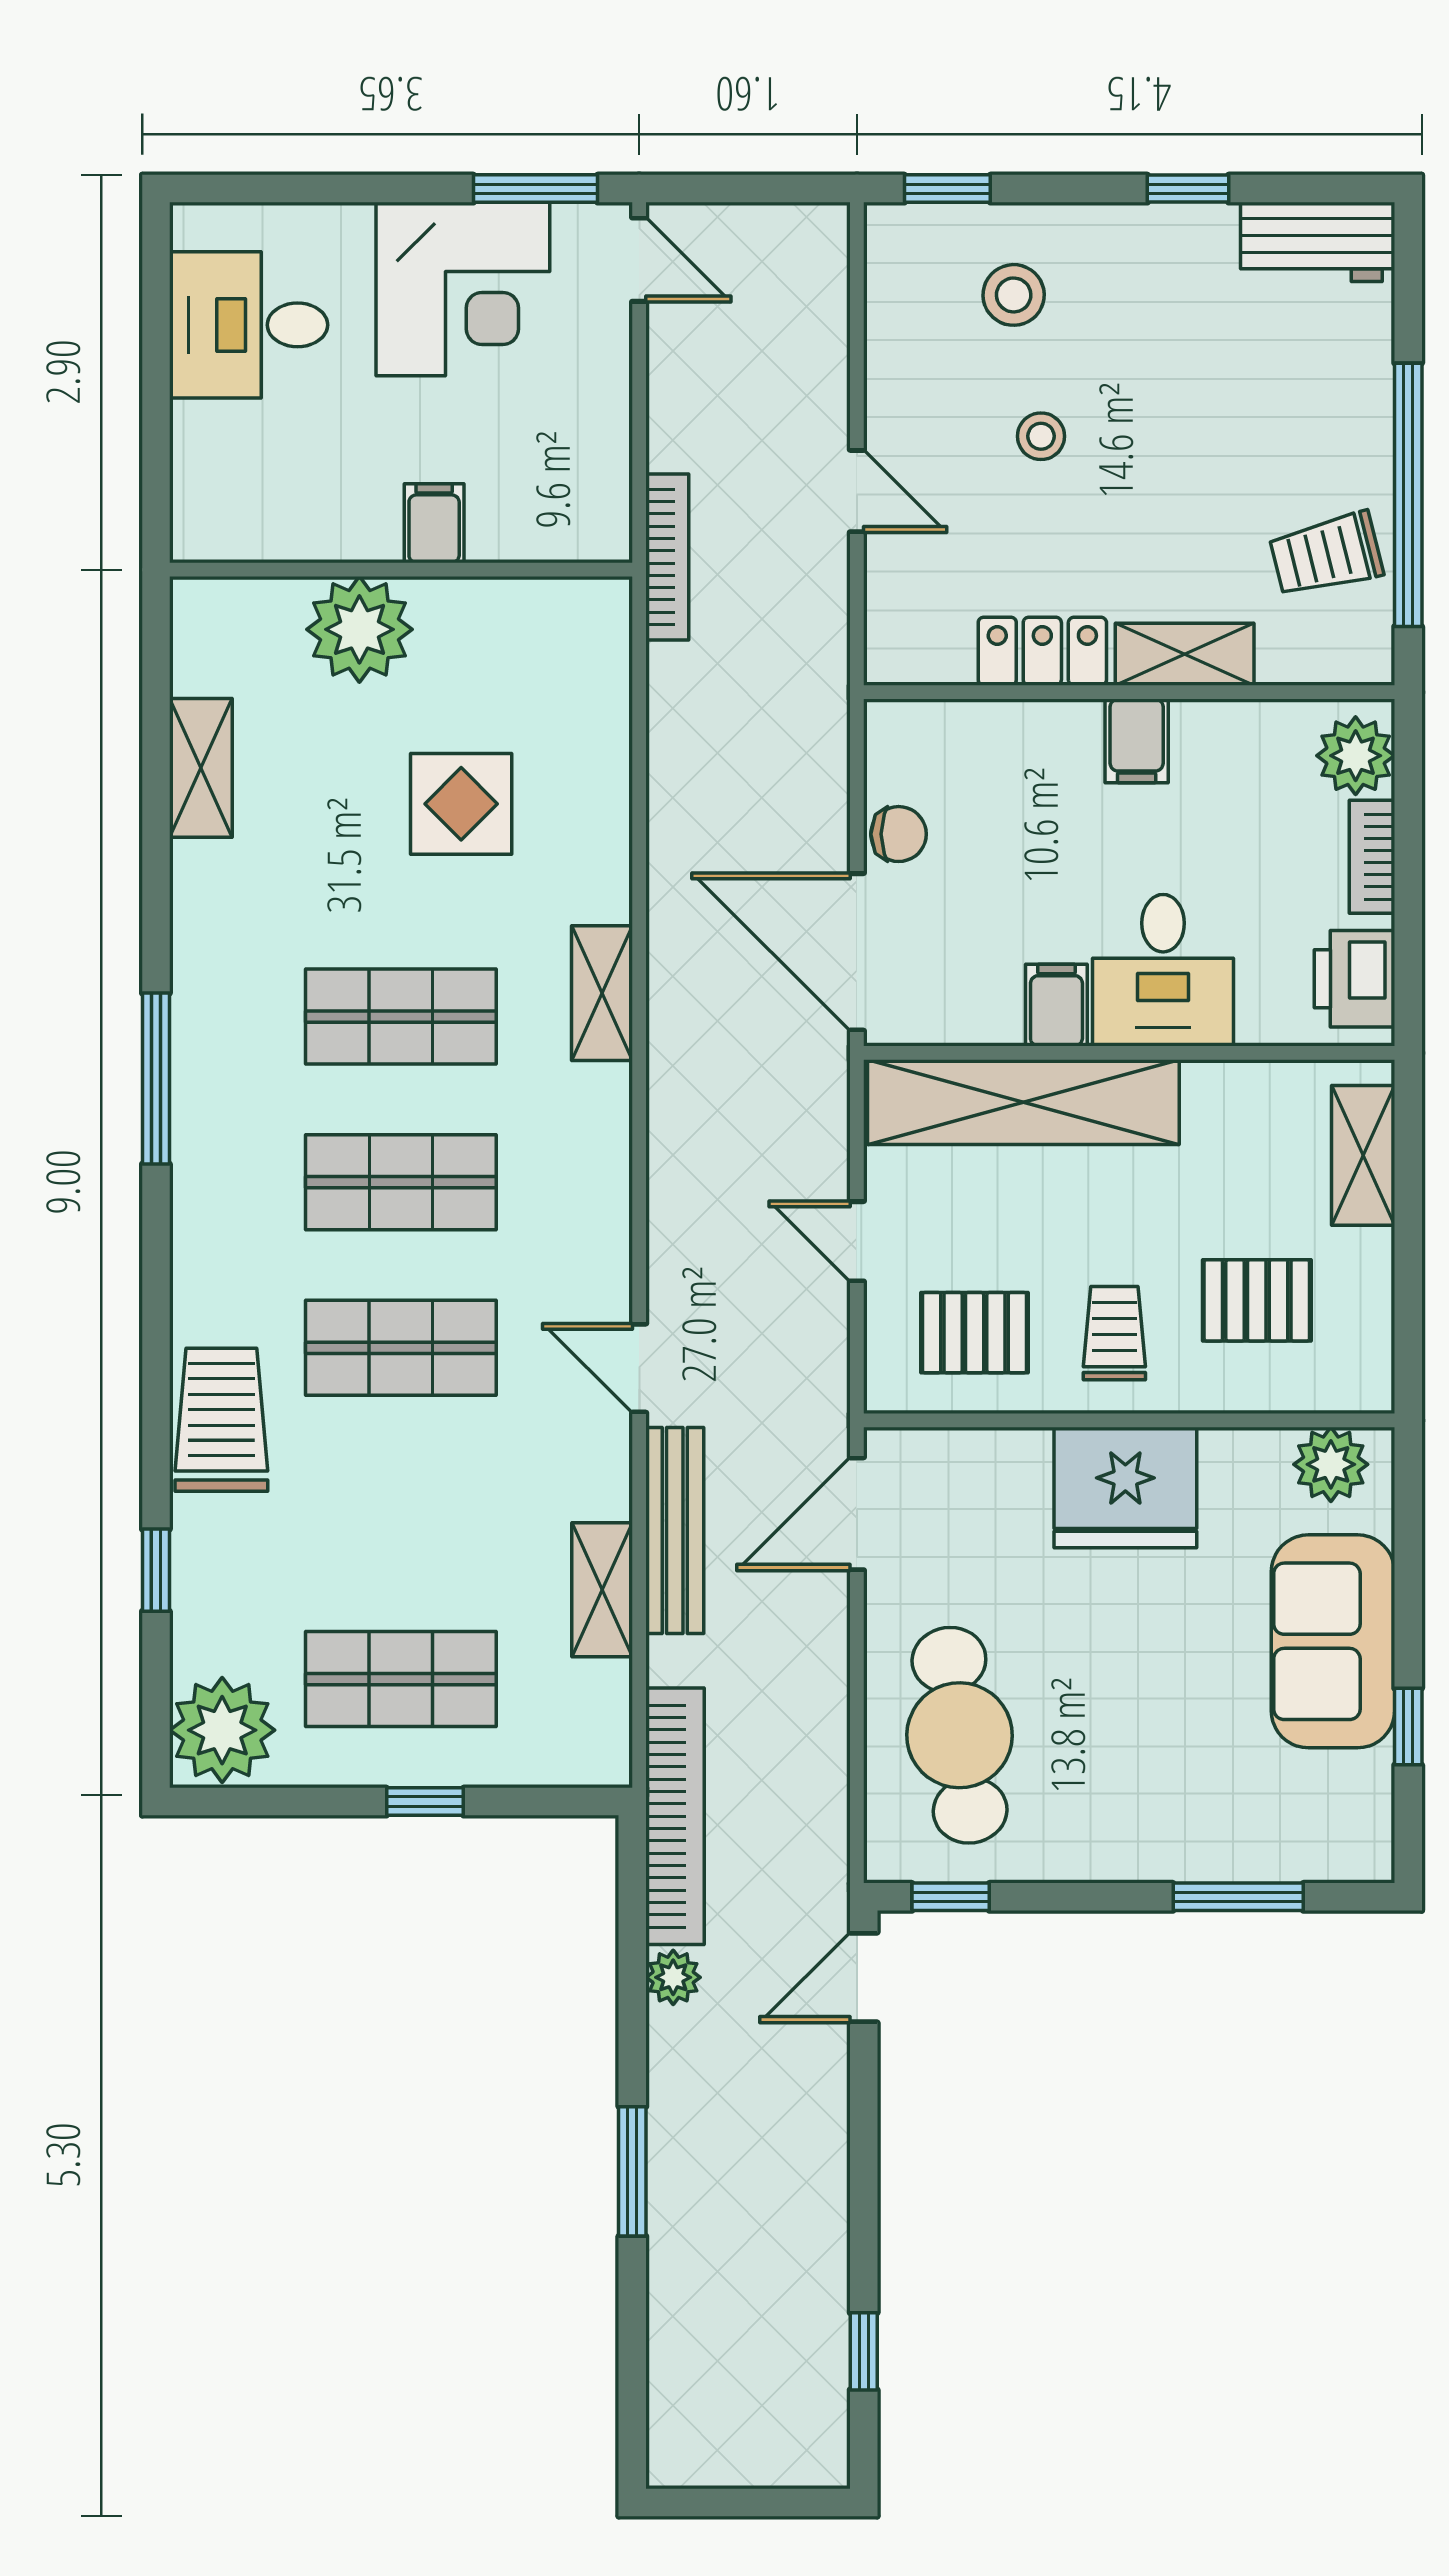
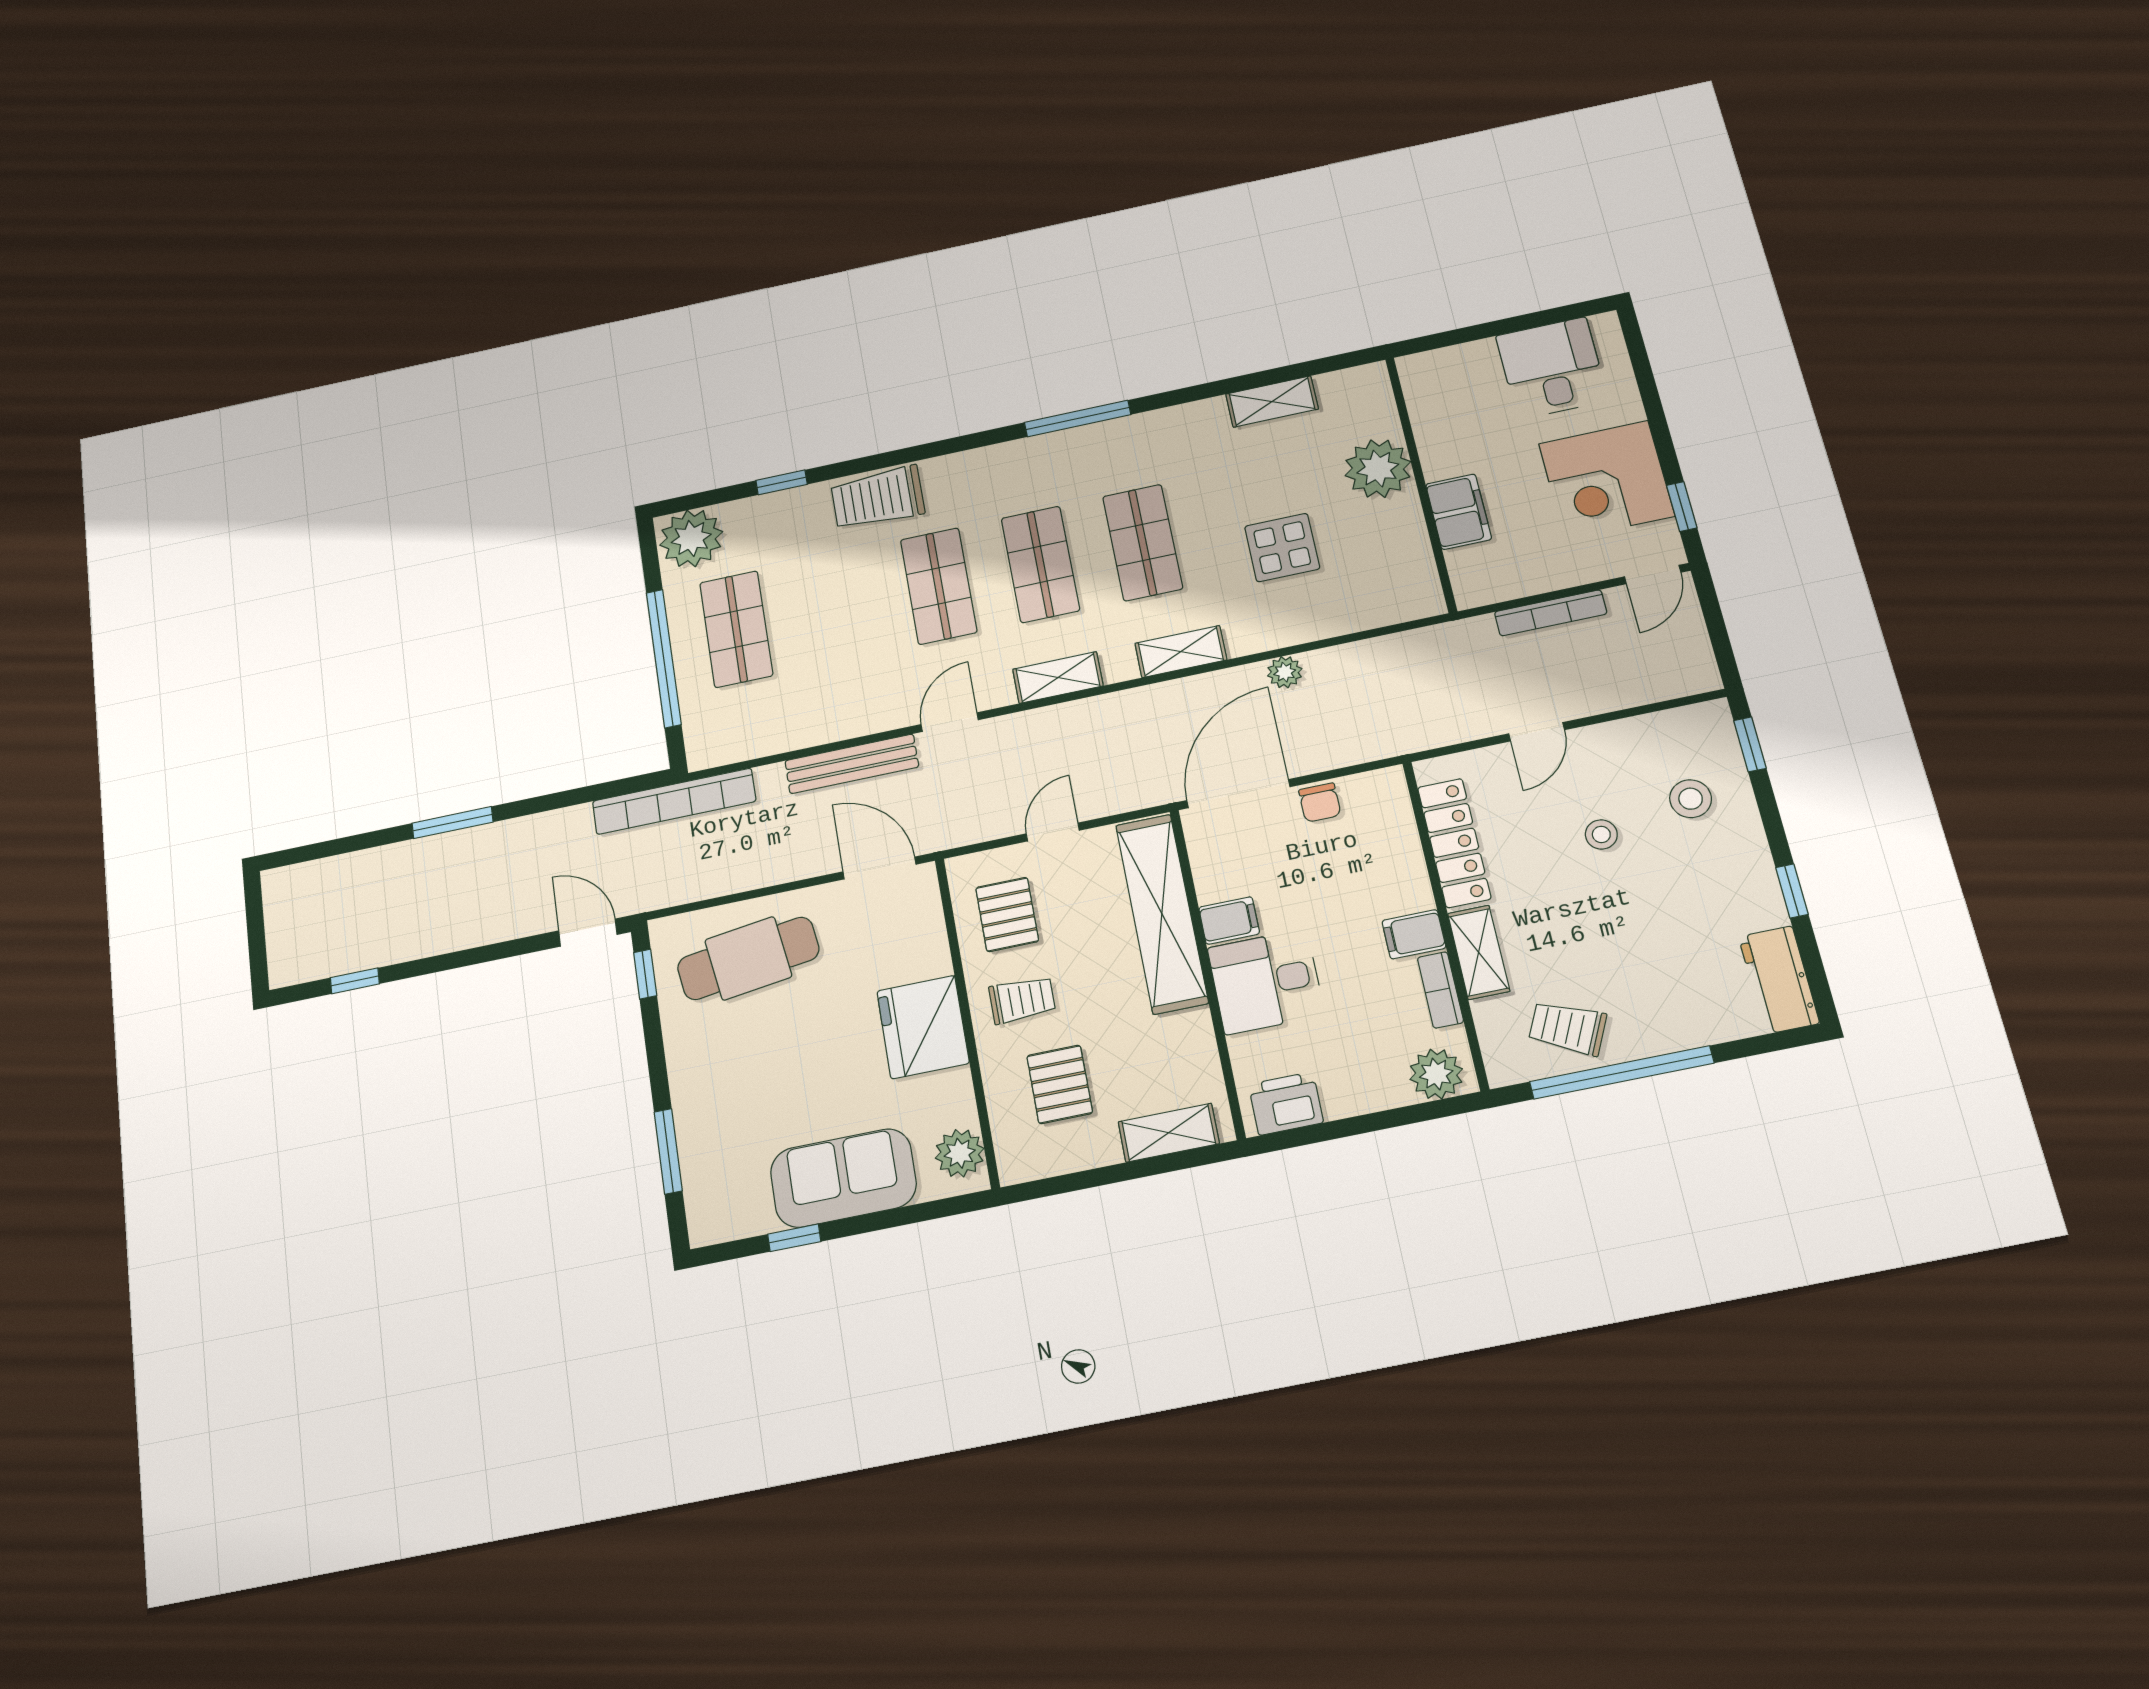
window: (536, 189) -> (1682, 507), width x0.67
filing cabinet: (434, 523) -> (1459, 512), width x2.00
trolley: (1326, 555) -> (1568, 1028), turned -51
bookcase: (667, 557) -> (1551, 613), moved
locker: (1042, 651) -> (1454, 843), width x1.53
bookcase: (1372, 857) -> (1440, 990), moved, turned -90
trolley: (221, 1420) -> (878, 498), turned 180
shelving: (602, 1590) -> (1058, 678), moved
window: (425, 1802) -> (664, 658), width x3.17
plant: (673, 1977) -> (1285, 672), moved

